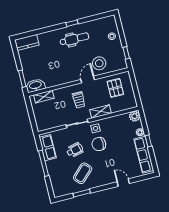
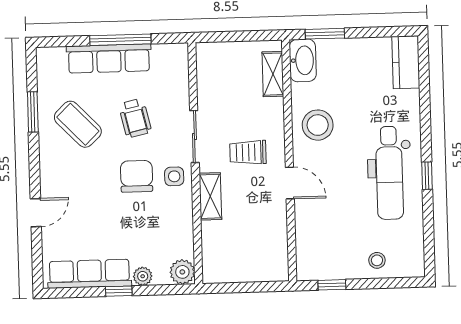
dental chair: (74, 39) -> (389, 173), width x1.36, depth x1.38
stool: (99, 63) -> (318, 125), moved
pallet: (115, 88) -> (257, 242), removed
row of seats: (48, 148) -> (109, 58), moved, width x1.48

